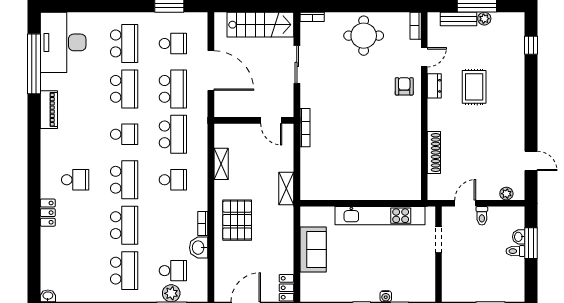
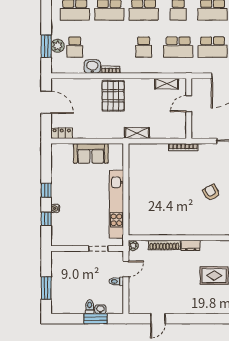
armchair: (404, 86) -> (211, 192), moved, turned -119
dresser: (434, 86) -> (191, 245), moved
door: (271, 120) -> (189, 104), moved
shelving: (221, 164) -> (167, 84), moved
plant: (506, 194) -> (133, 246), moved
door: (465, 203) -> (126, 269), hinge flipped
pallet: (237, 220) -> (113, 96), turned 90

